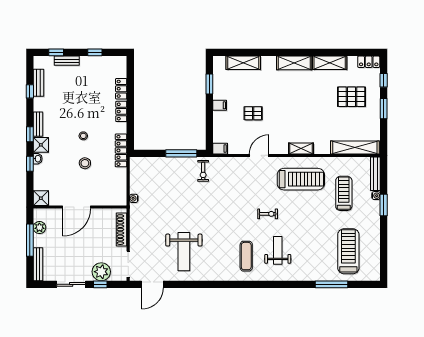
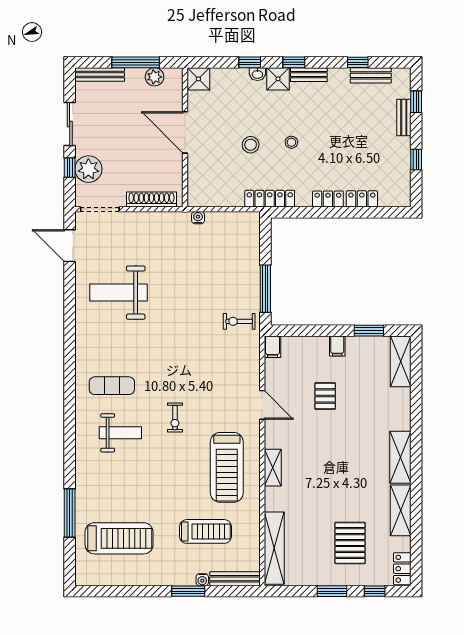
shelving: (243, 63) -> (401, 361), moved

